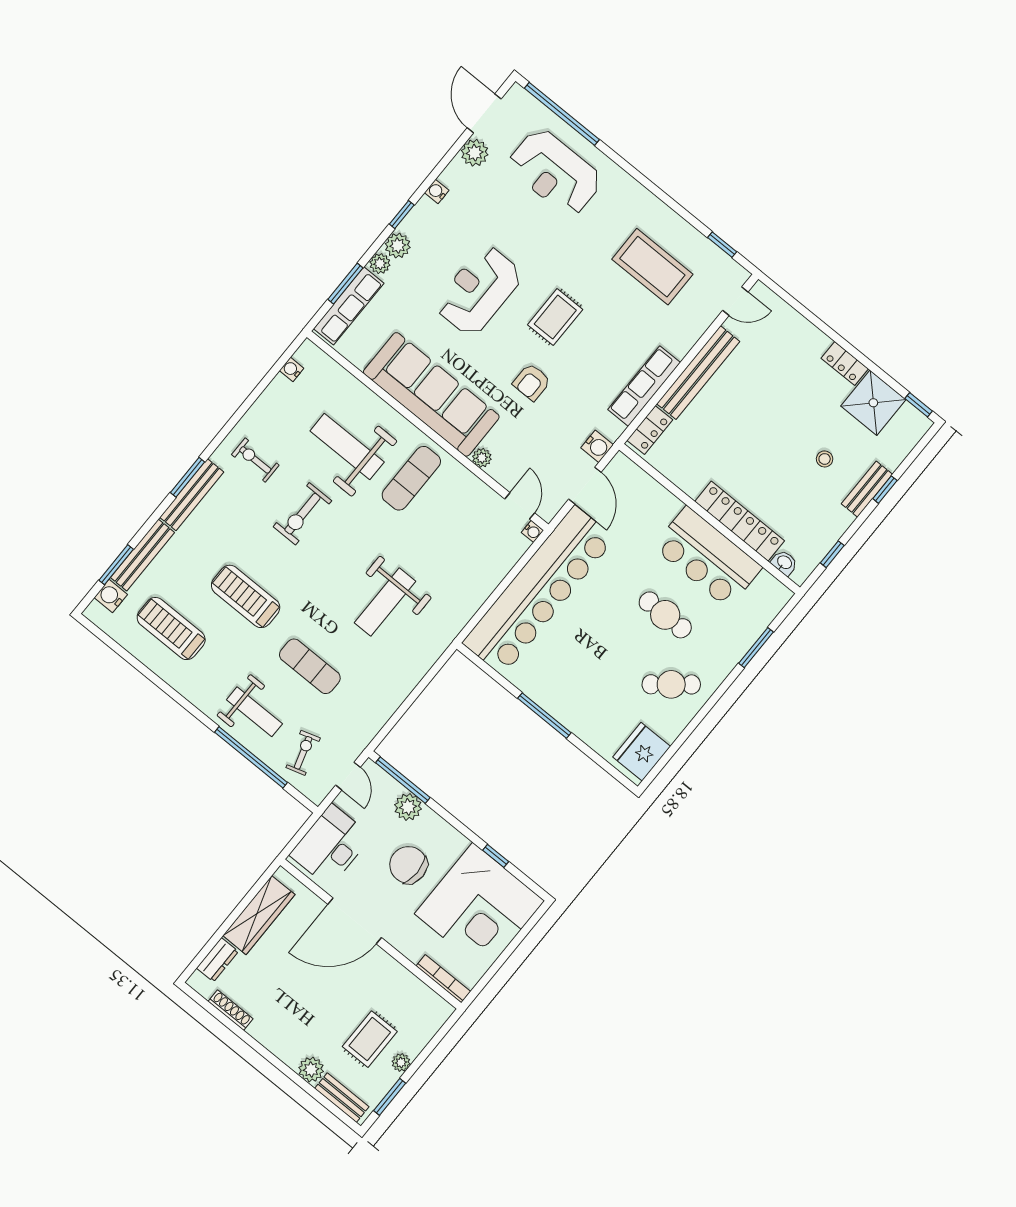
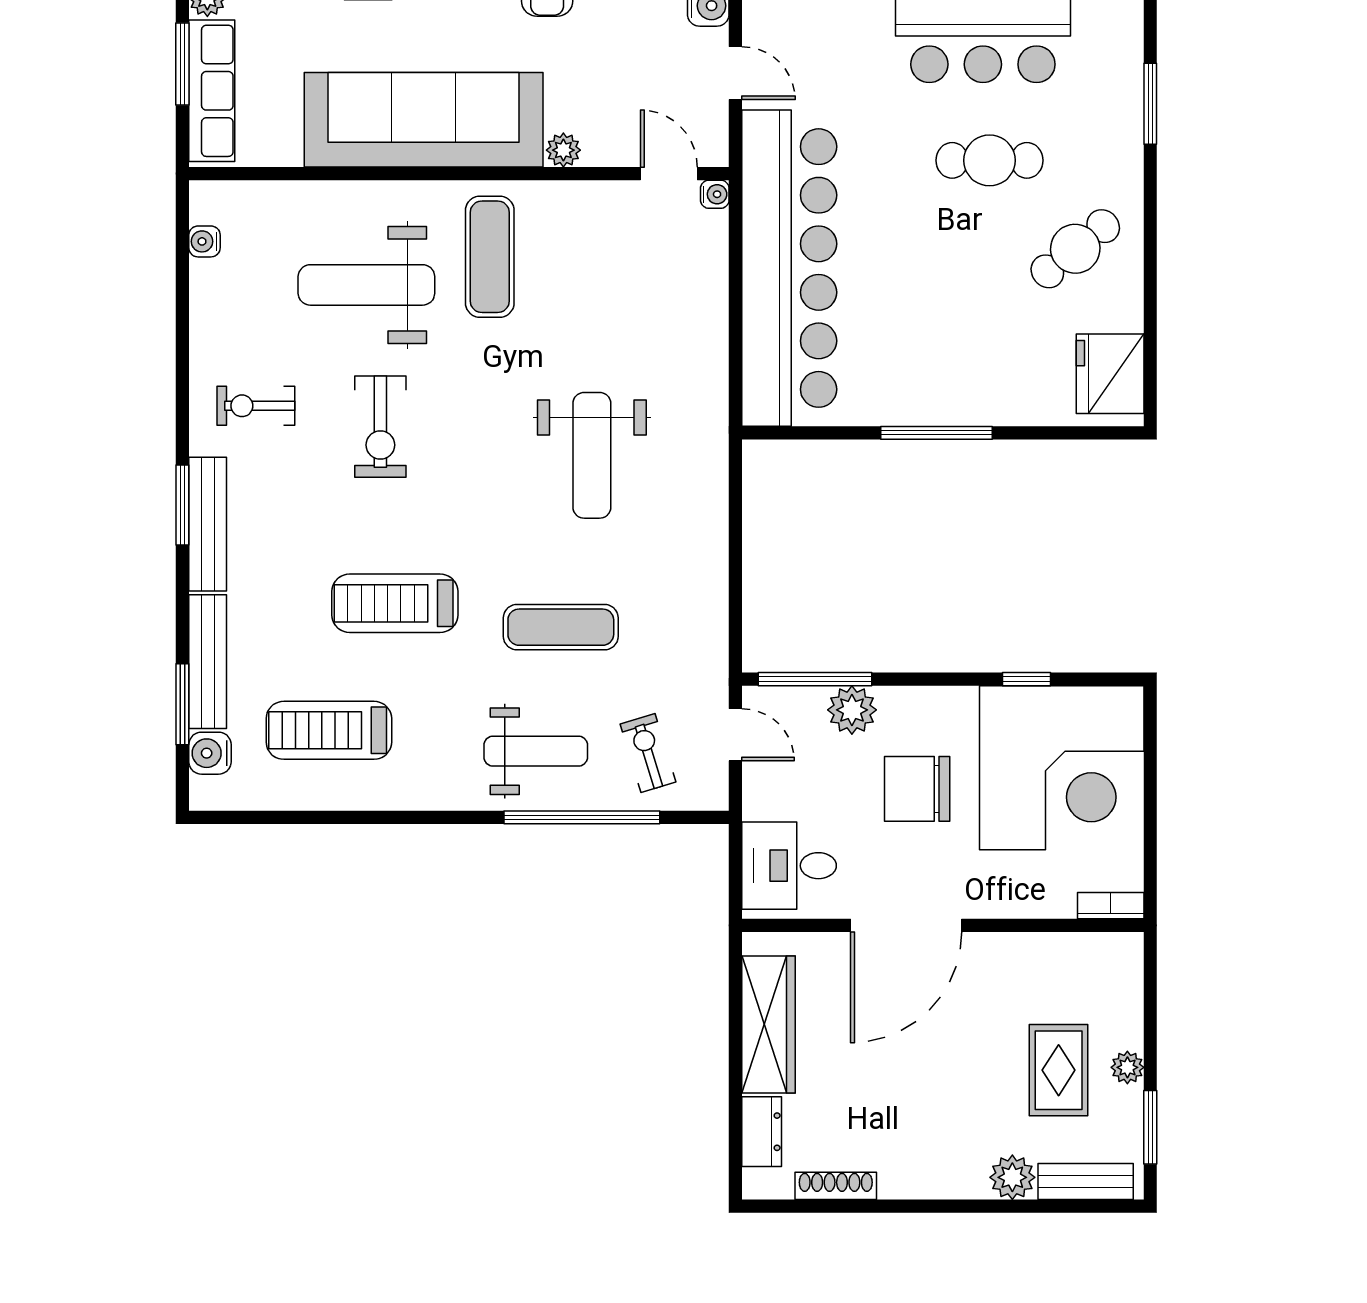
door: (585, 486) -> (735, 73), width x0.73
desk: (331, 846) -> (789, 866), width x0.73
bookcase: (443, 979) -> (1111, 906), width x0.64

